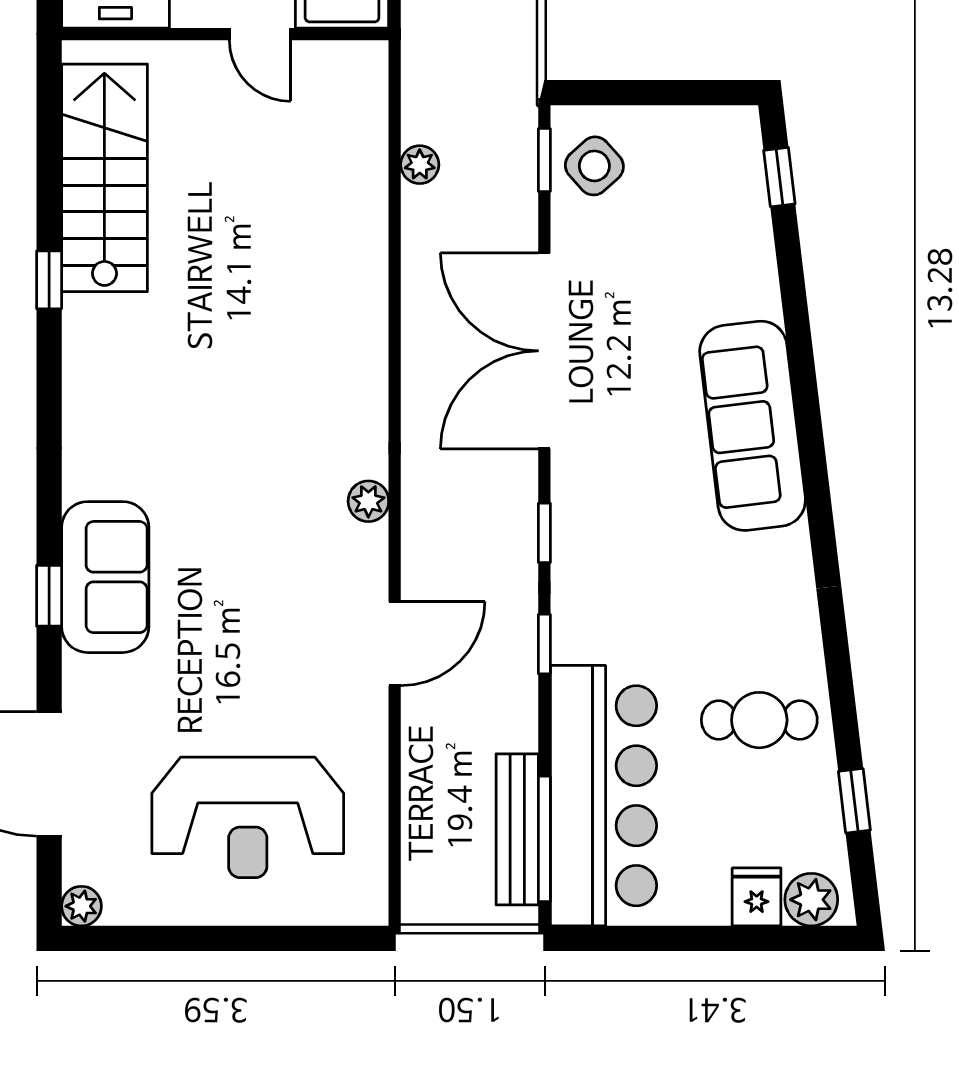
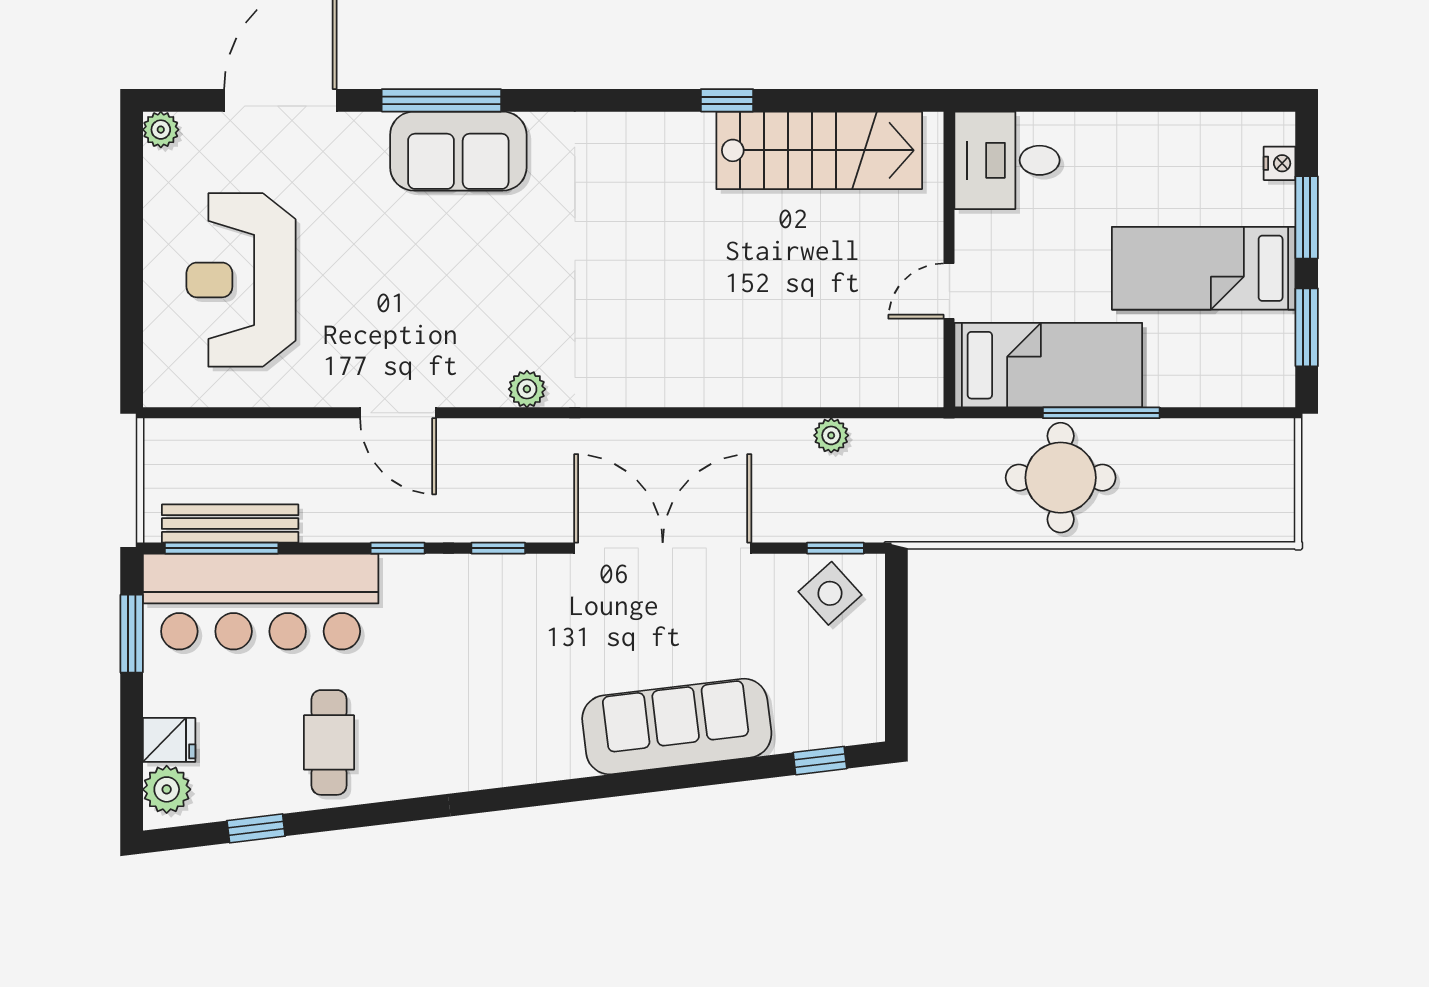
sofa: (753, 426) -> (677, 727), moved
window: (49, 596) -> (441, 100), width x2.17
window: (639, 938) -> (132, 634), added

